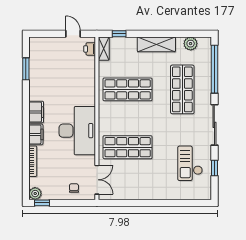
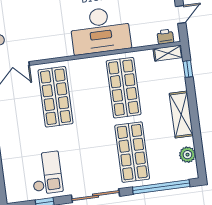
shop shelf: (182, 89) -> (132, 152), turned 90
desk: (77, 131) -> (100, 30), moved
checkout: (190, 163) -> (46, 173), turned 90

